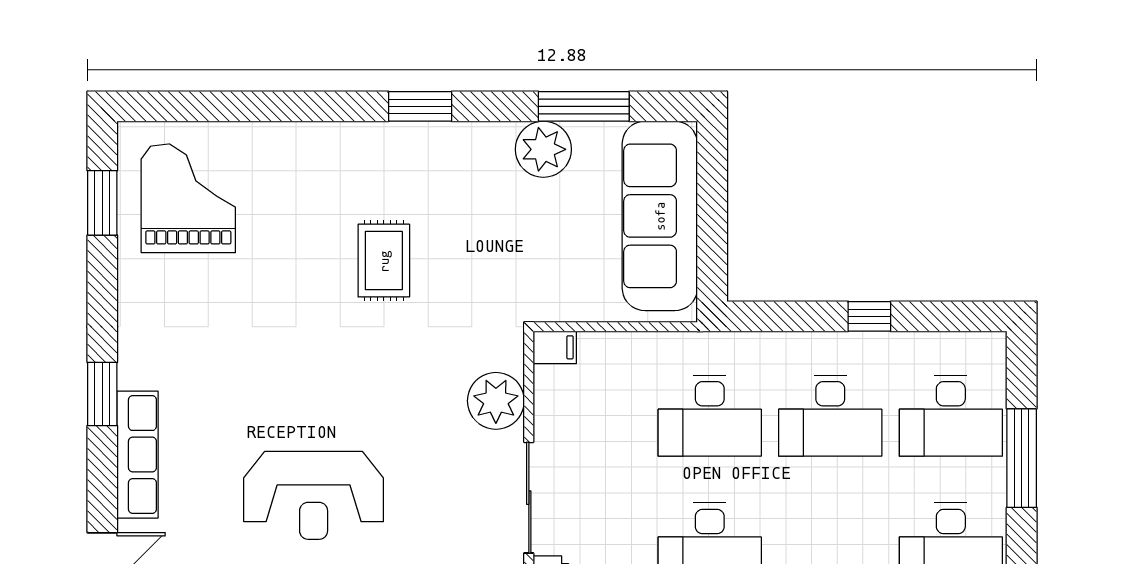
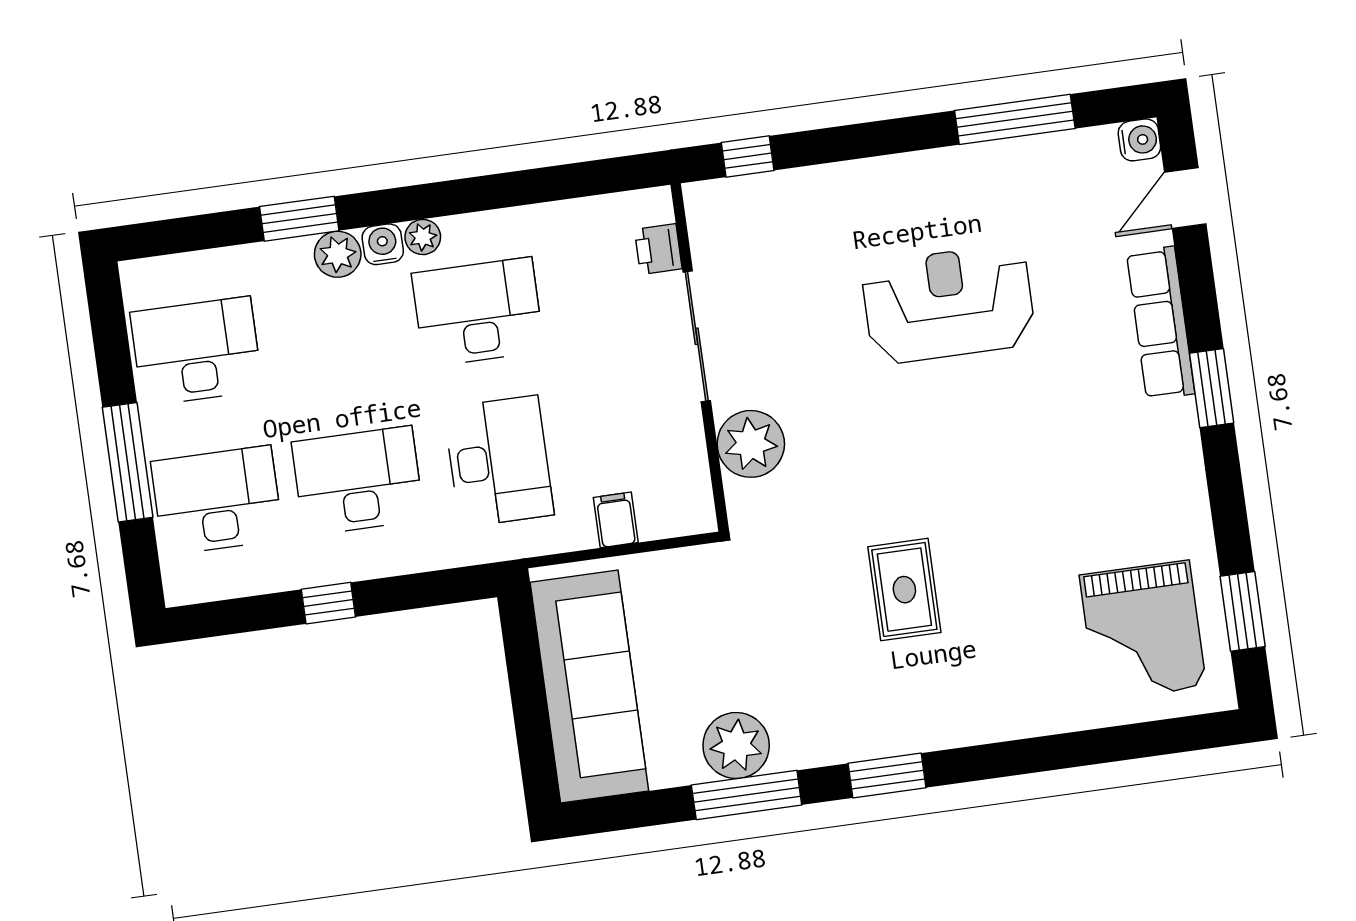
window: (584, 106) -> (747, 795), moved
filing cabinet: (555, 347) -> (616, 520), moved, turned 90
desk: (710, 416) -> (499, 461), turned 90

